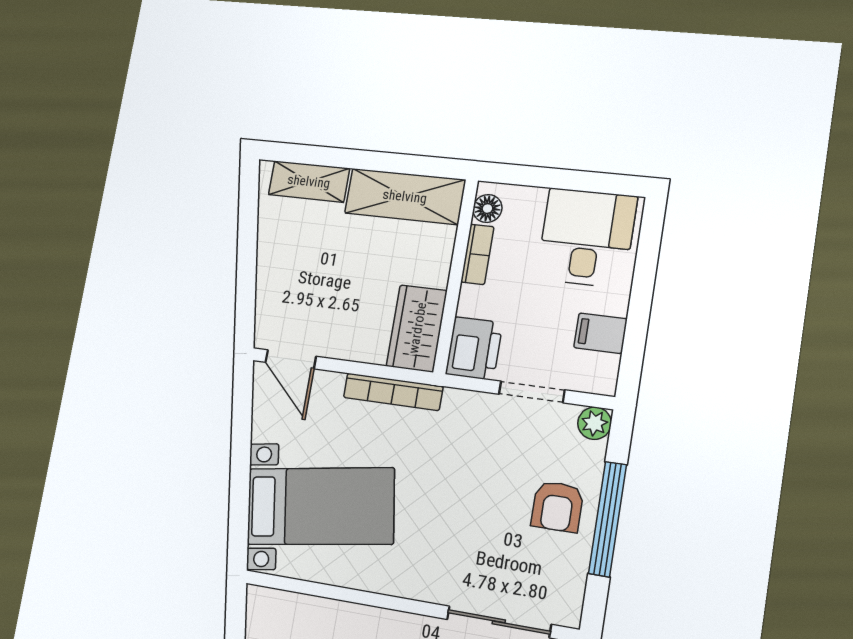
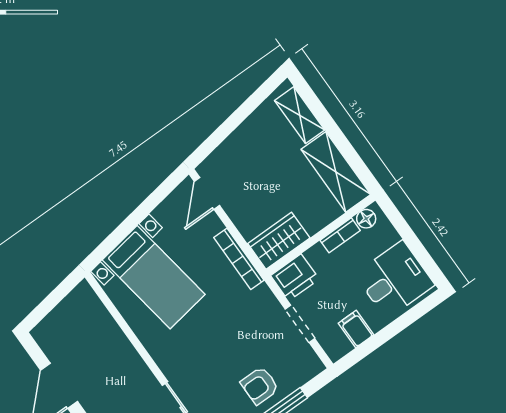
plant: (595, 423) -> (313, 366), removed

